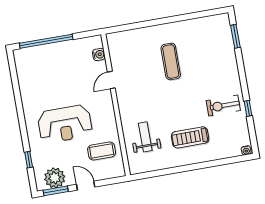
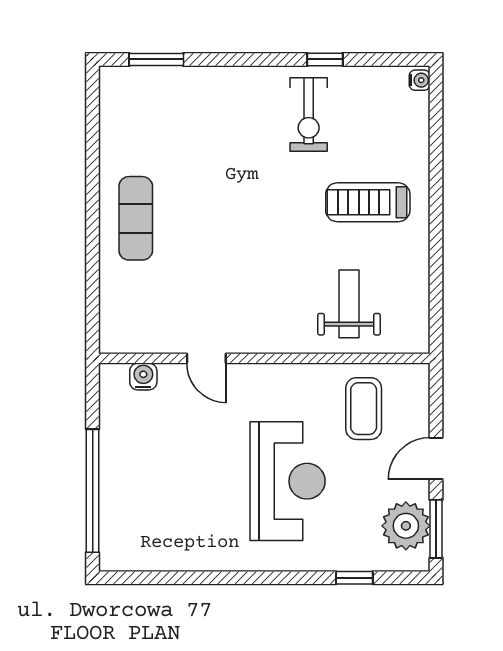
exercise mat: (171, 61) -> (136, 218), moved, turned 90
weight bench: (145, 137) -> (349, 304), turned 90
treadmill: (190, 137) -> (368, 202), turned 90

